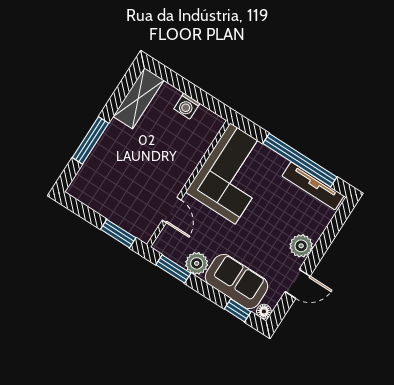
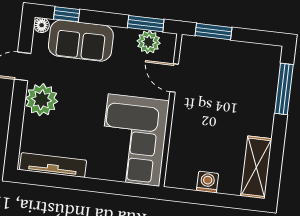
window: (90, 140) -> (284, 89), moved
window: (300, 160) -> (77, 183), removed
plant: (301, 246) -> (42, 100), width x1.36, depth x1.36
plant: (197, 263) -> (149, 42), moved

